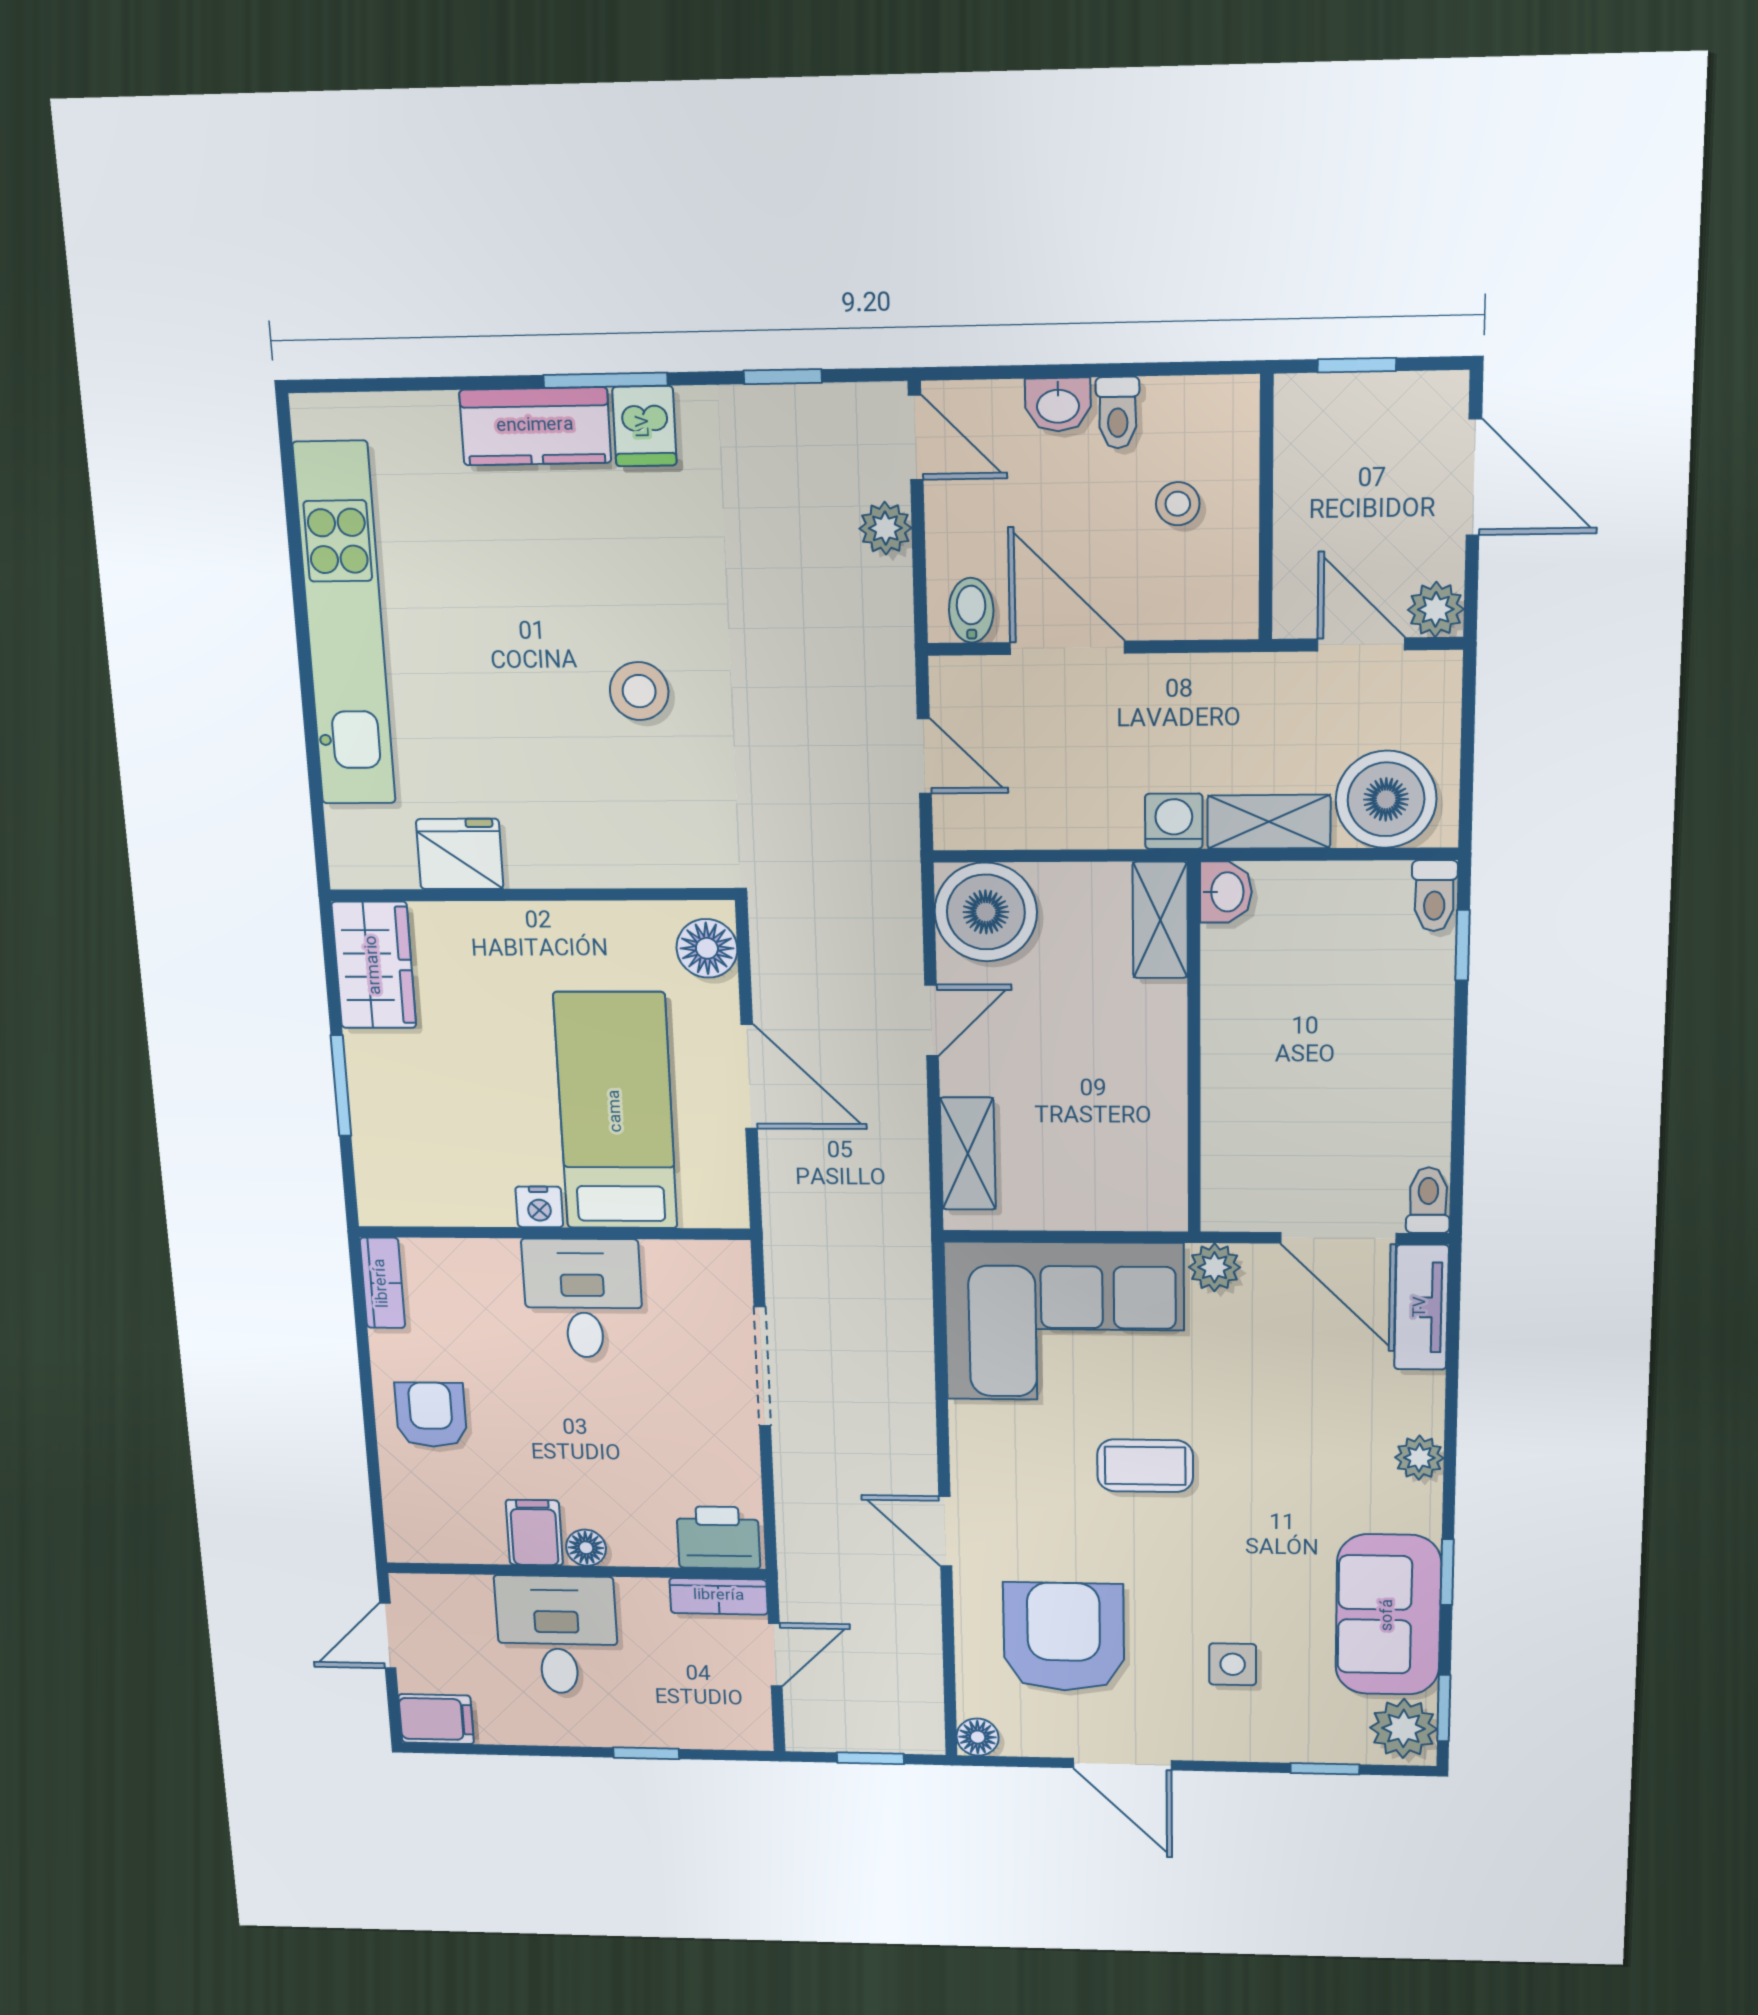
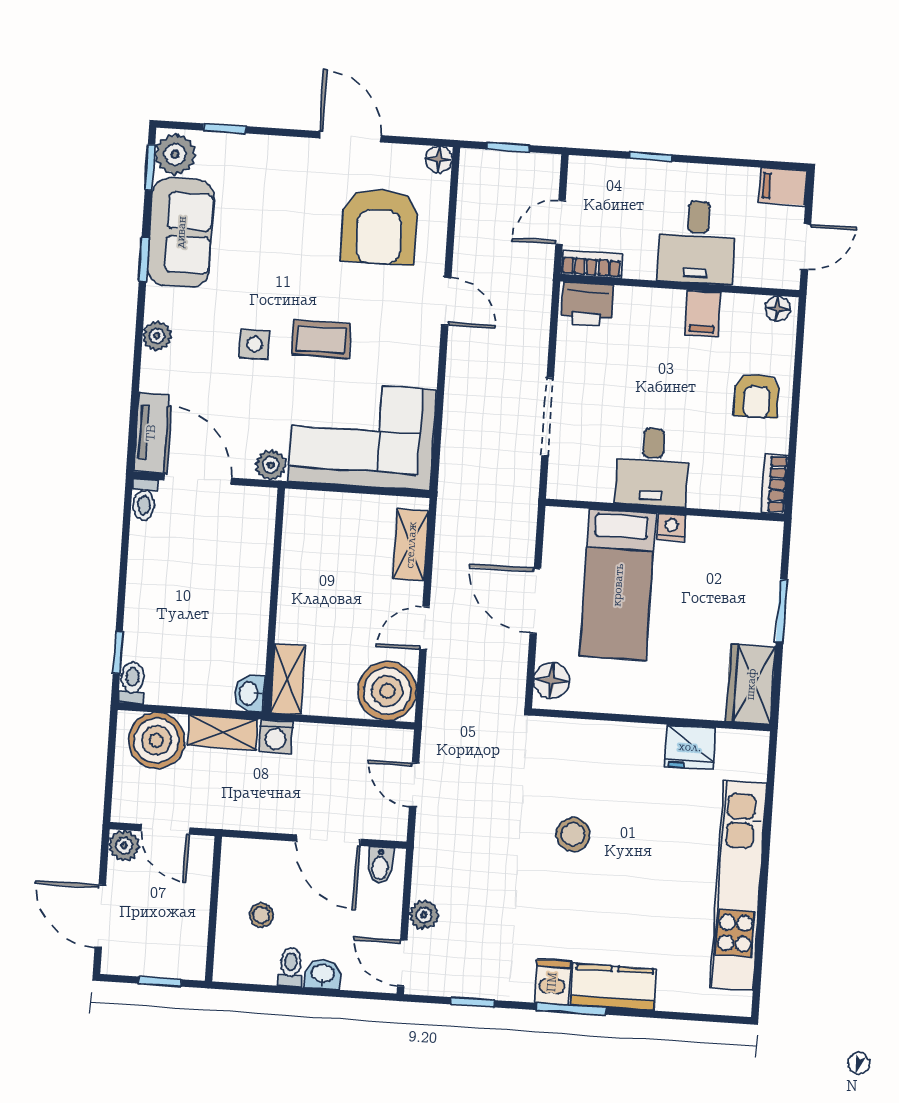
floor lamp: (586, 1548) -> (777, 308), moved
side table: (1233, 1664) -> (254, 344), moved

